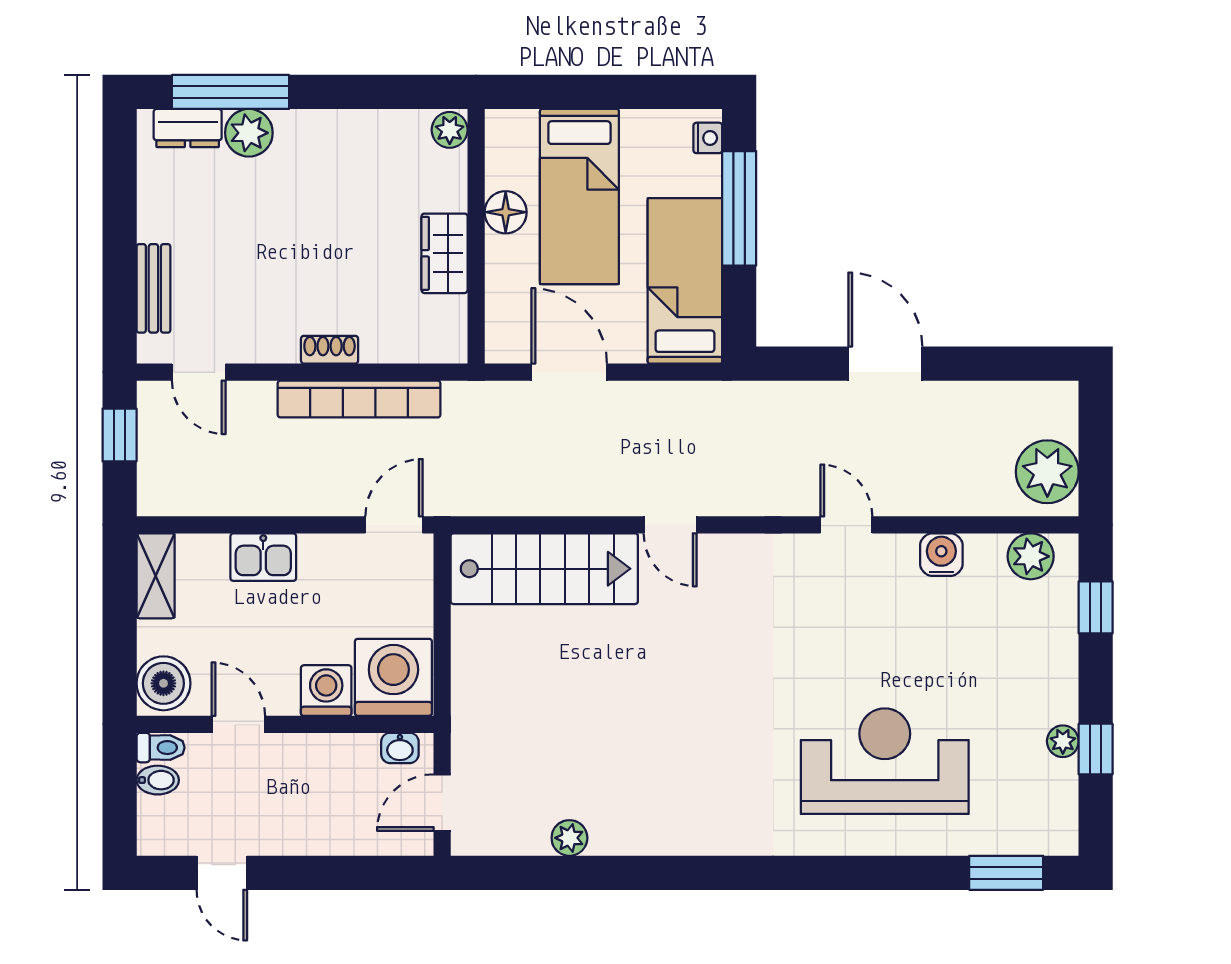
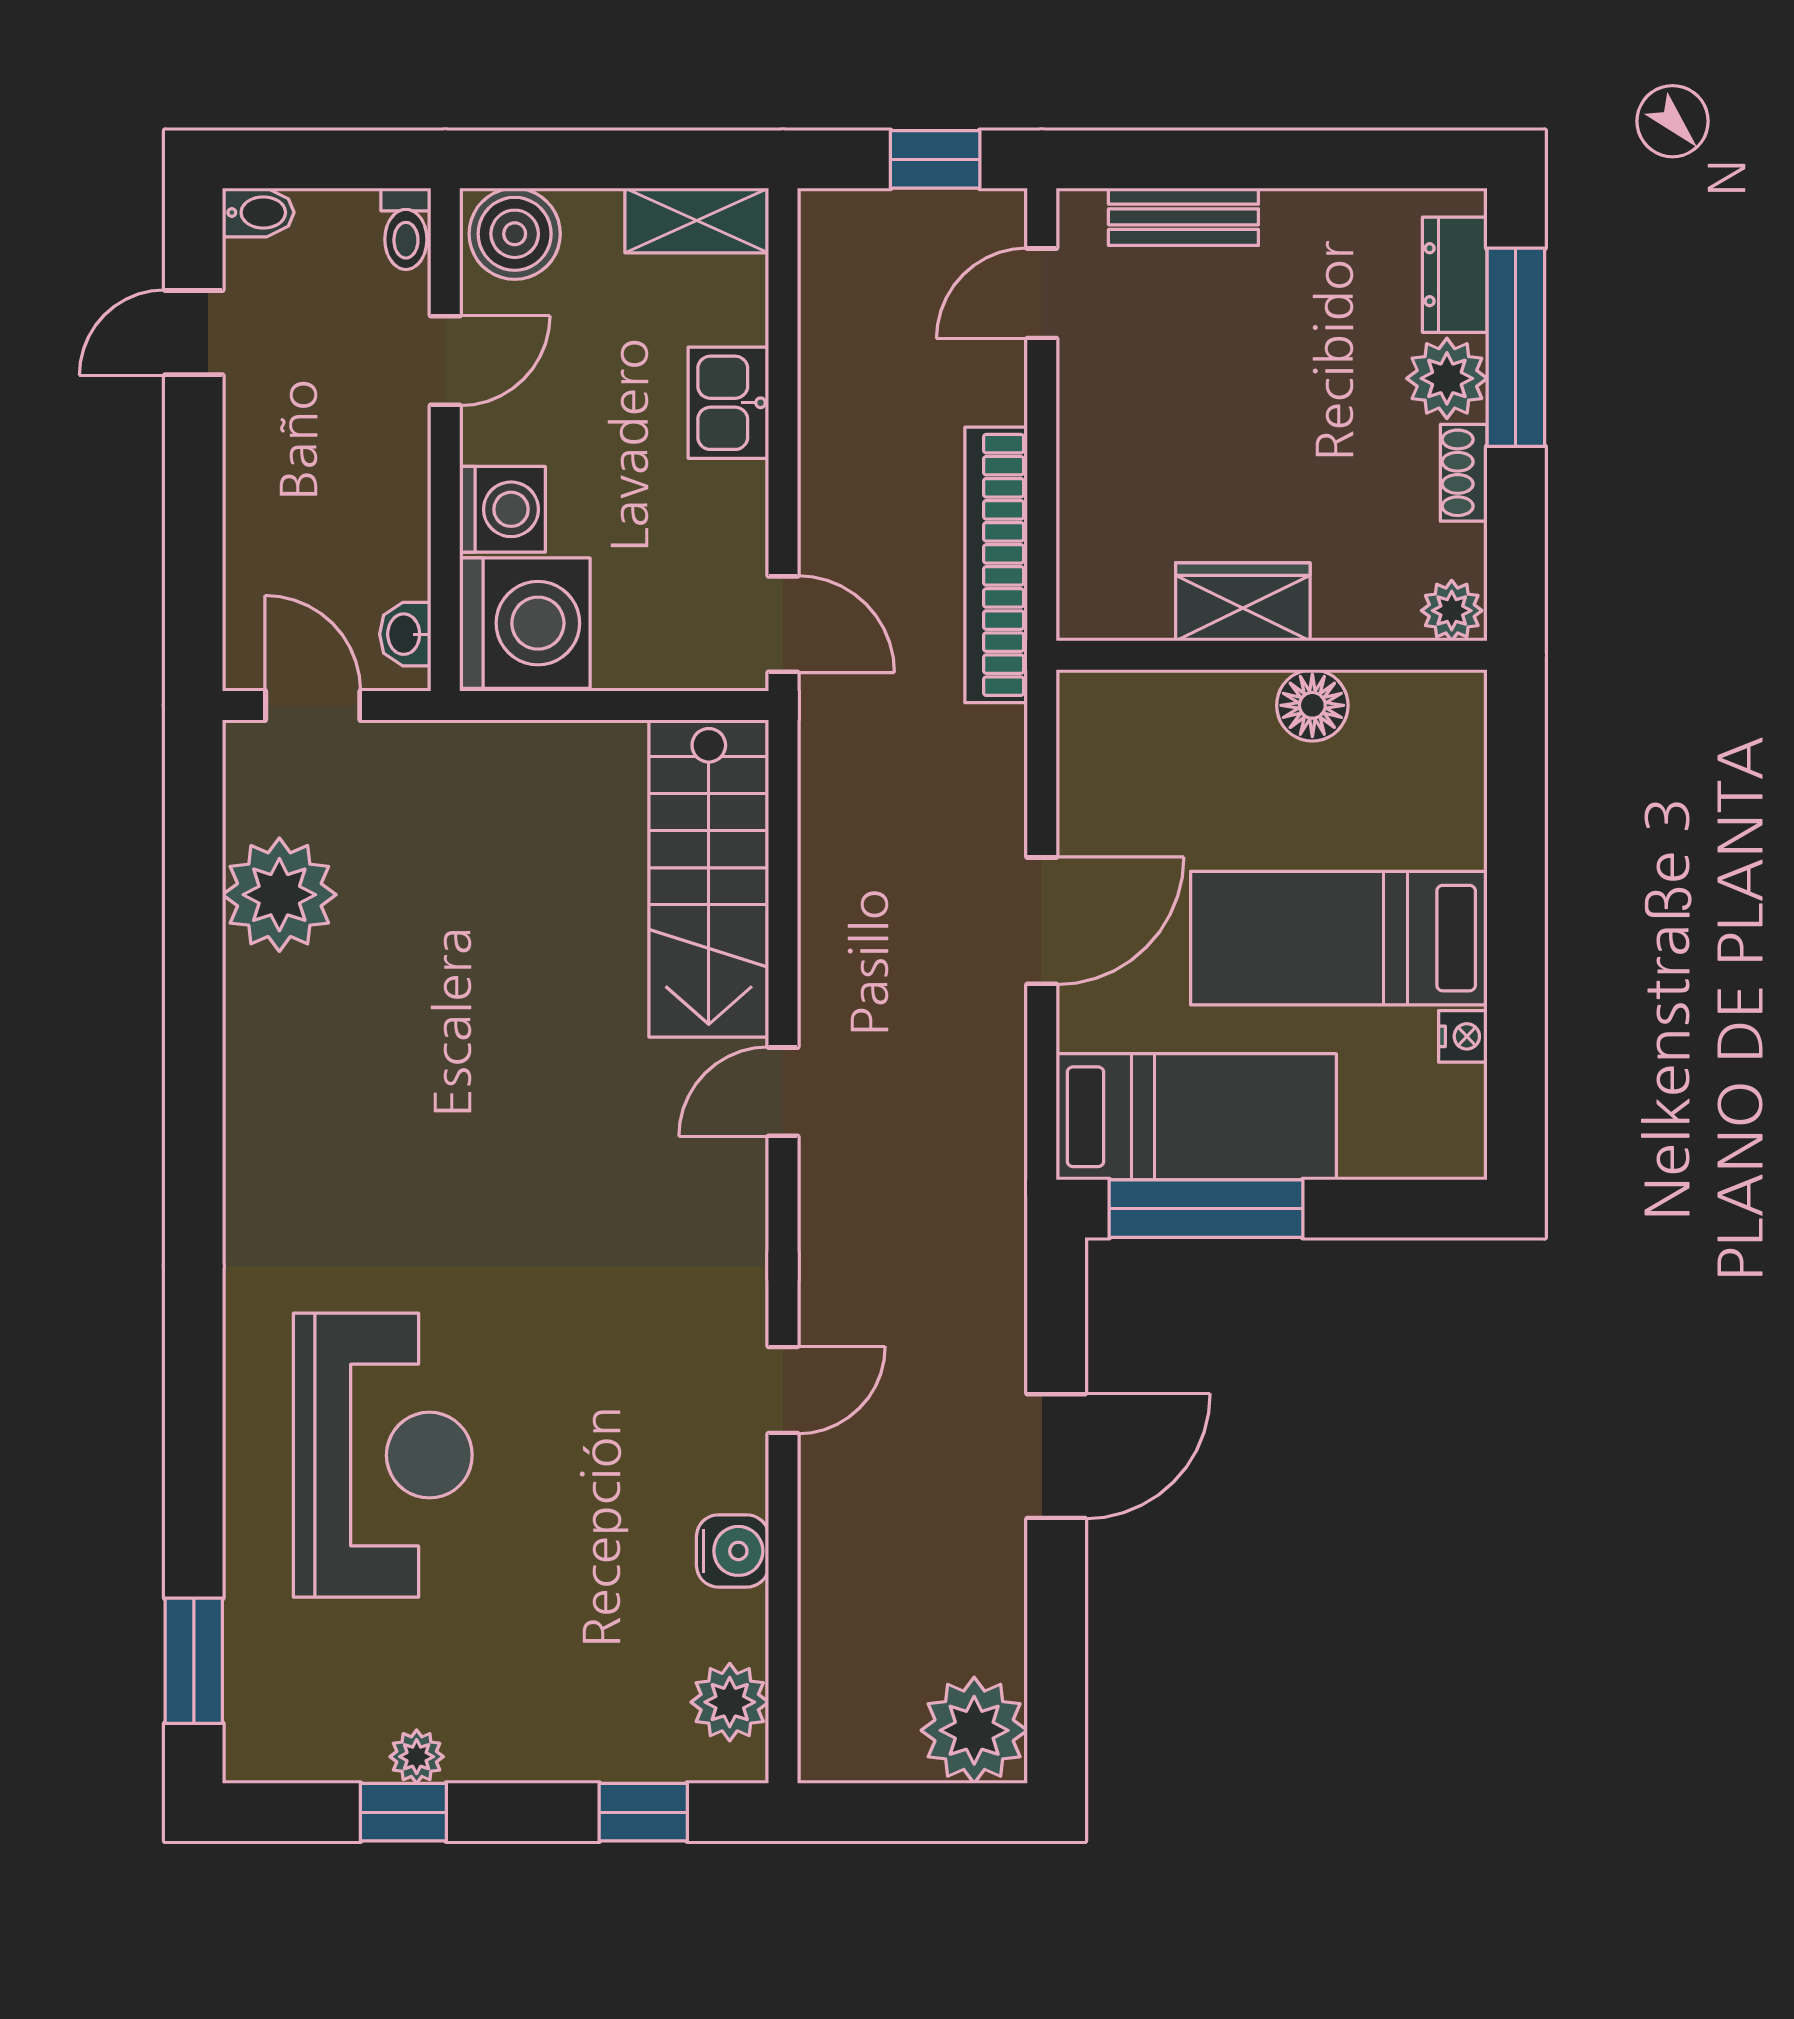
plant: (450, 130) -> (1452, 611), moved
nightstand: (708, 138) -> (1463, 1036), moved, turned -90
window: (739, 208) -> (1206, 1209), moved
floor lamp: (506, 212) -> (1312, 705), moved
wall: (476, 236) -> (1272, 655), moved
wardrobe: (445, 253) -> (1243, 602), moved
shoe rack: (330, 350) -> (1464, 473), moved, turned 180
plant: (1047, 472) -> (974, 1730), moved
bidet: (158, 780) -> (258, 212), moved, turned -90
plant: (569, 838) -> (279, 895), width x1.87, depth x1.87

